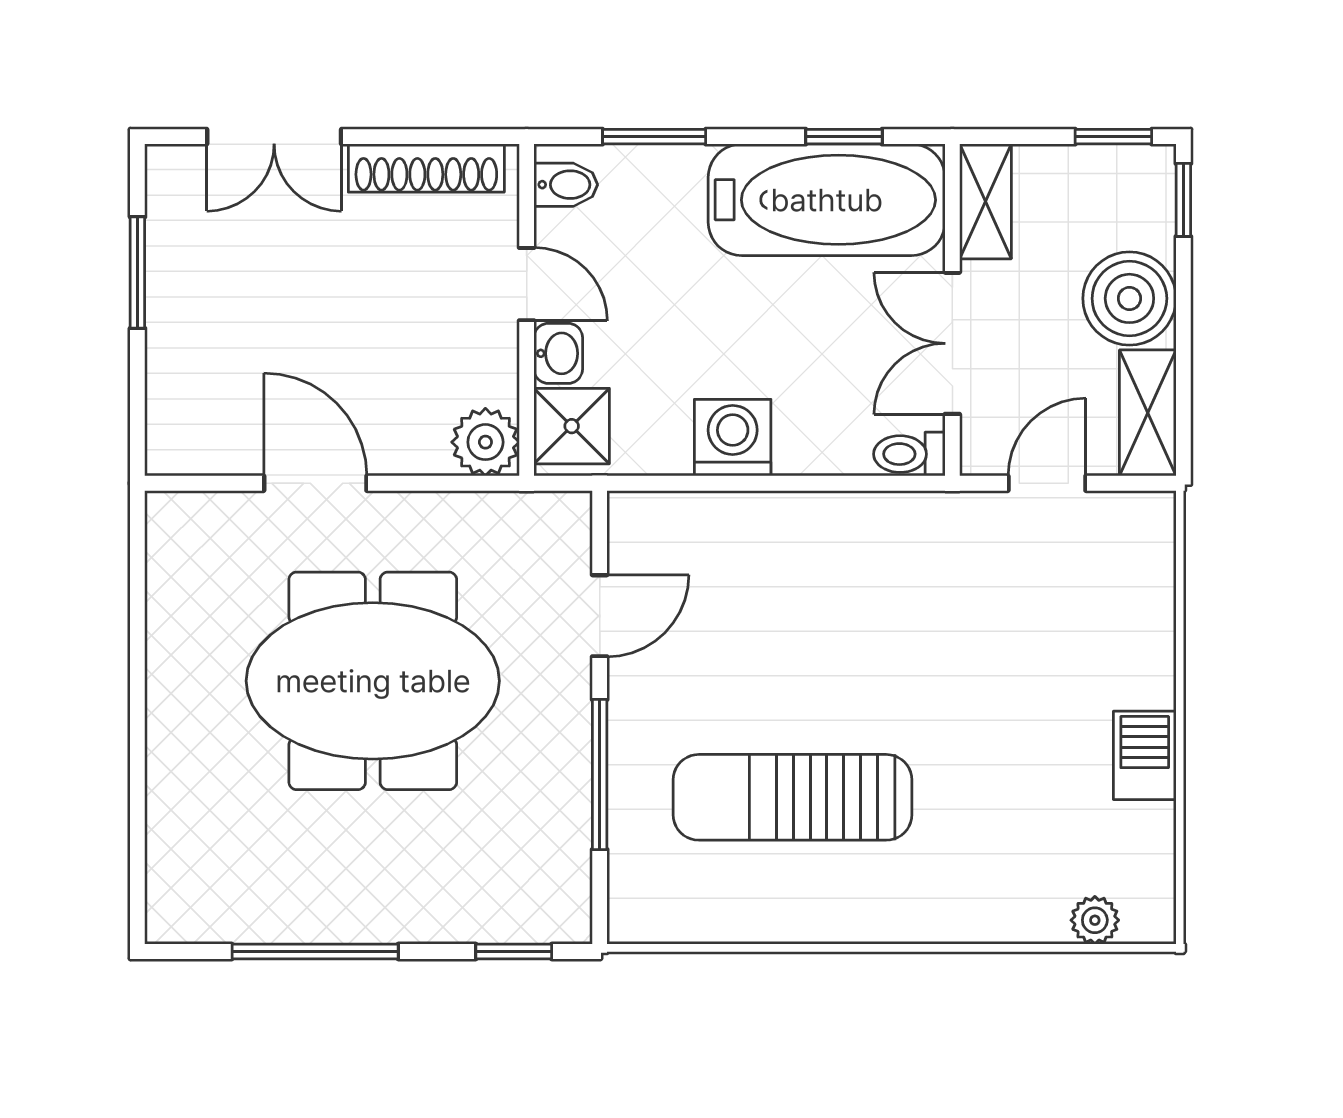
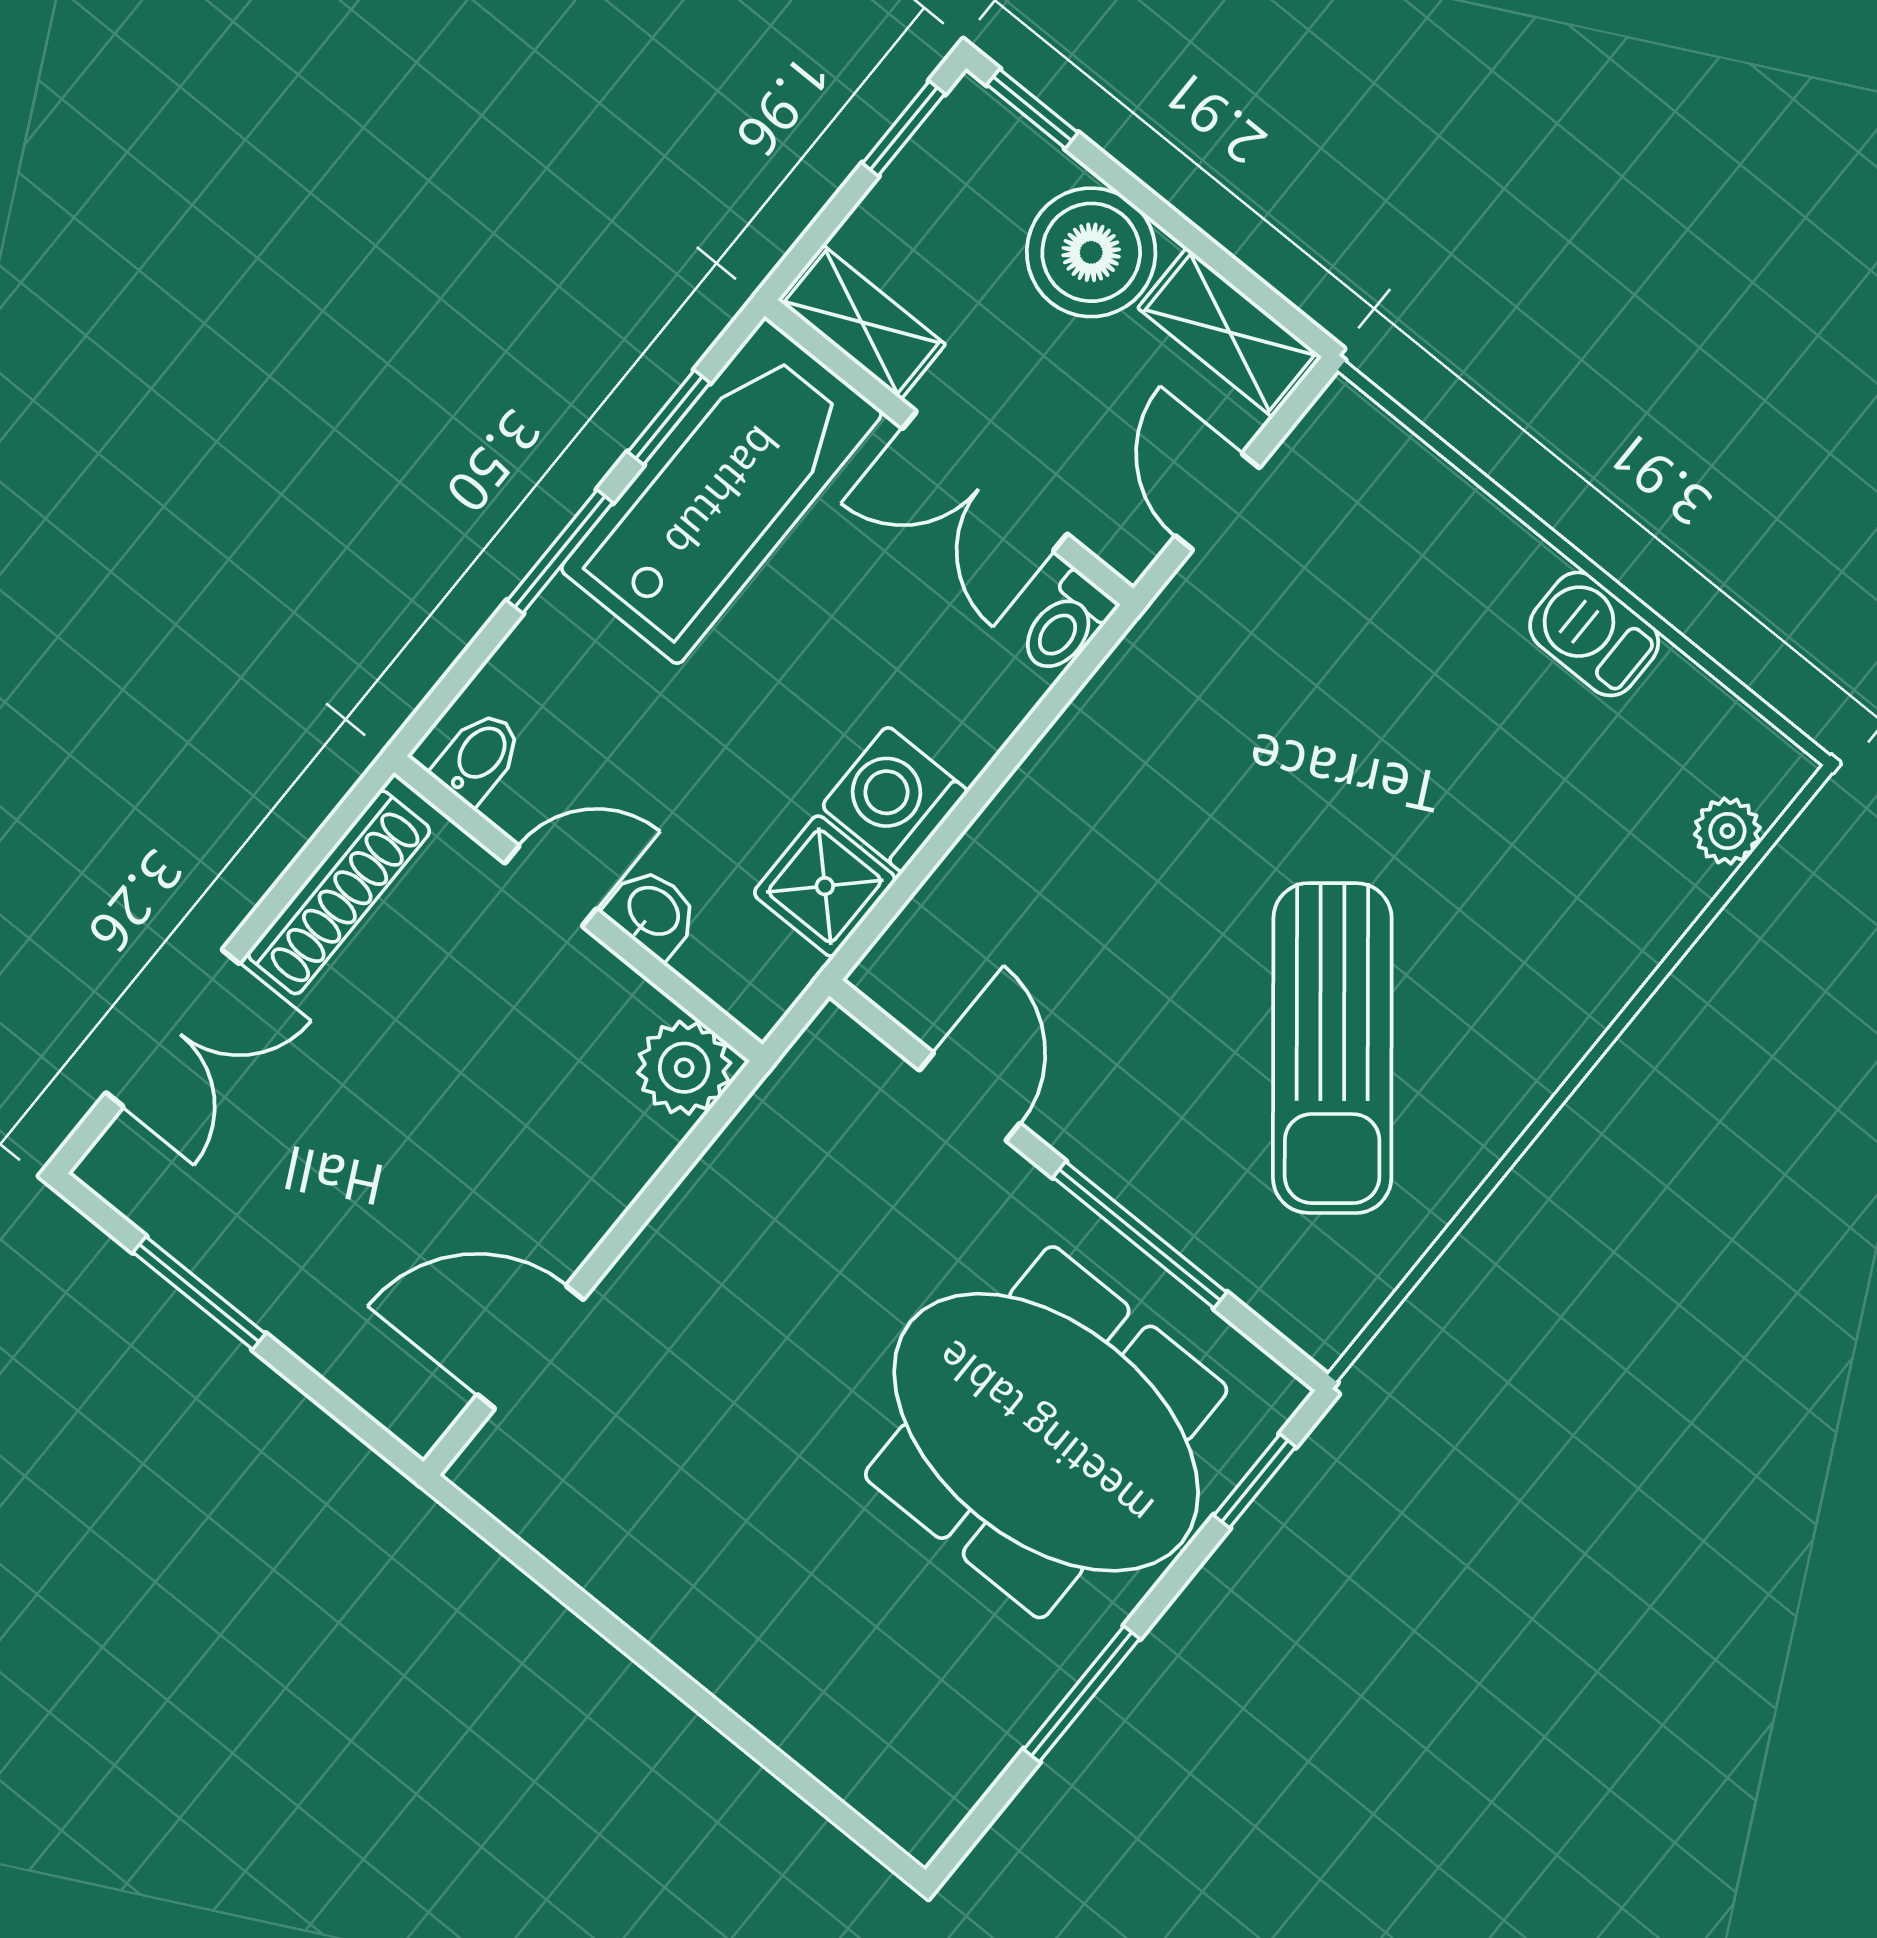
window: (654, 137) -> (560, 552), moved
shower: (572, 426) -> (825, 886), moved
door: (315, 483) -> (530, 1347), moved
meeting table: (373, 681) -> (1046, 1432), moved, turned 90
sun lounger: (792, 797) -> (1332, 1048), turned -39
window: (315, 952) -> (1082, 1694), width x0.69

